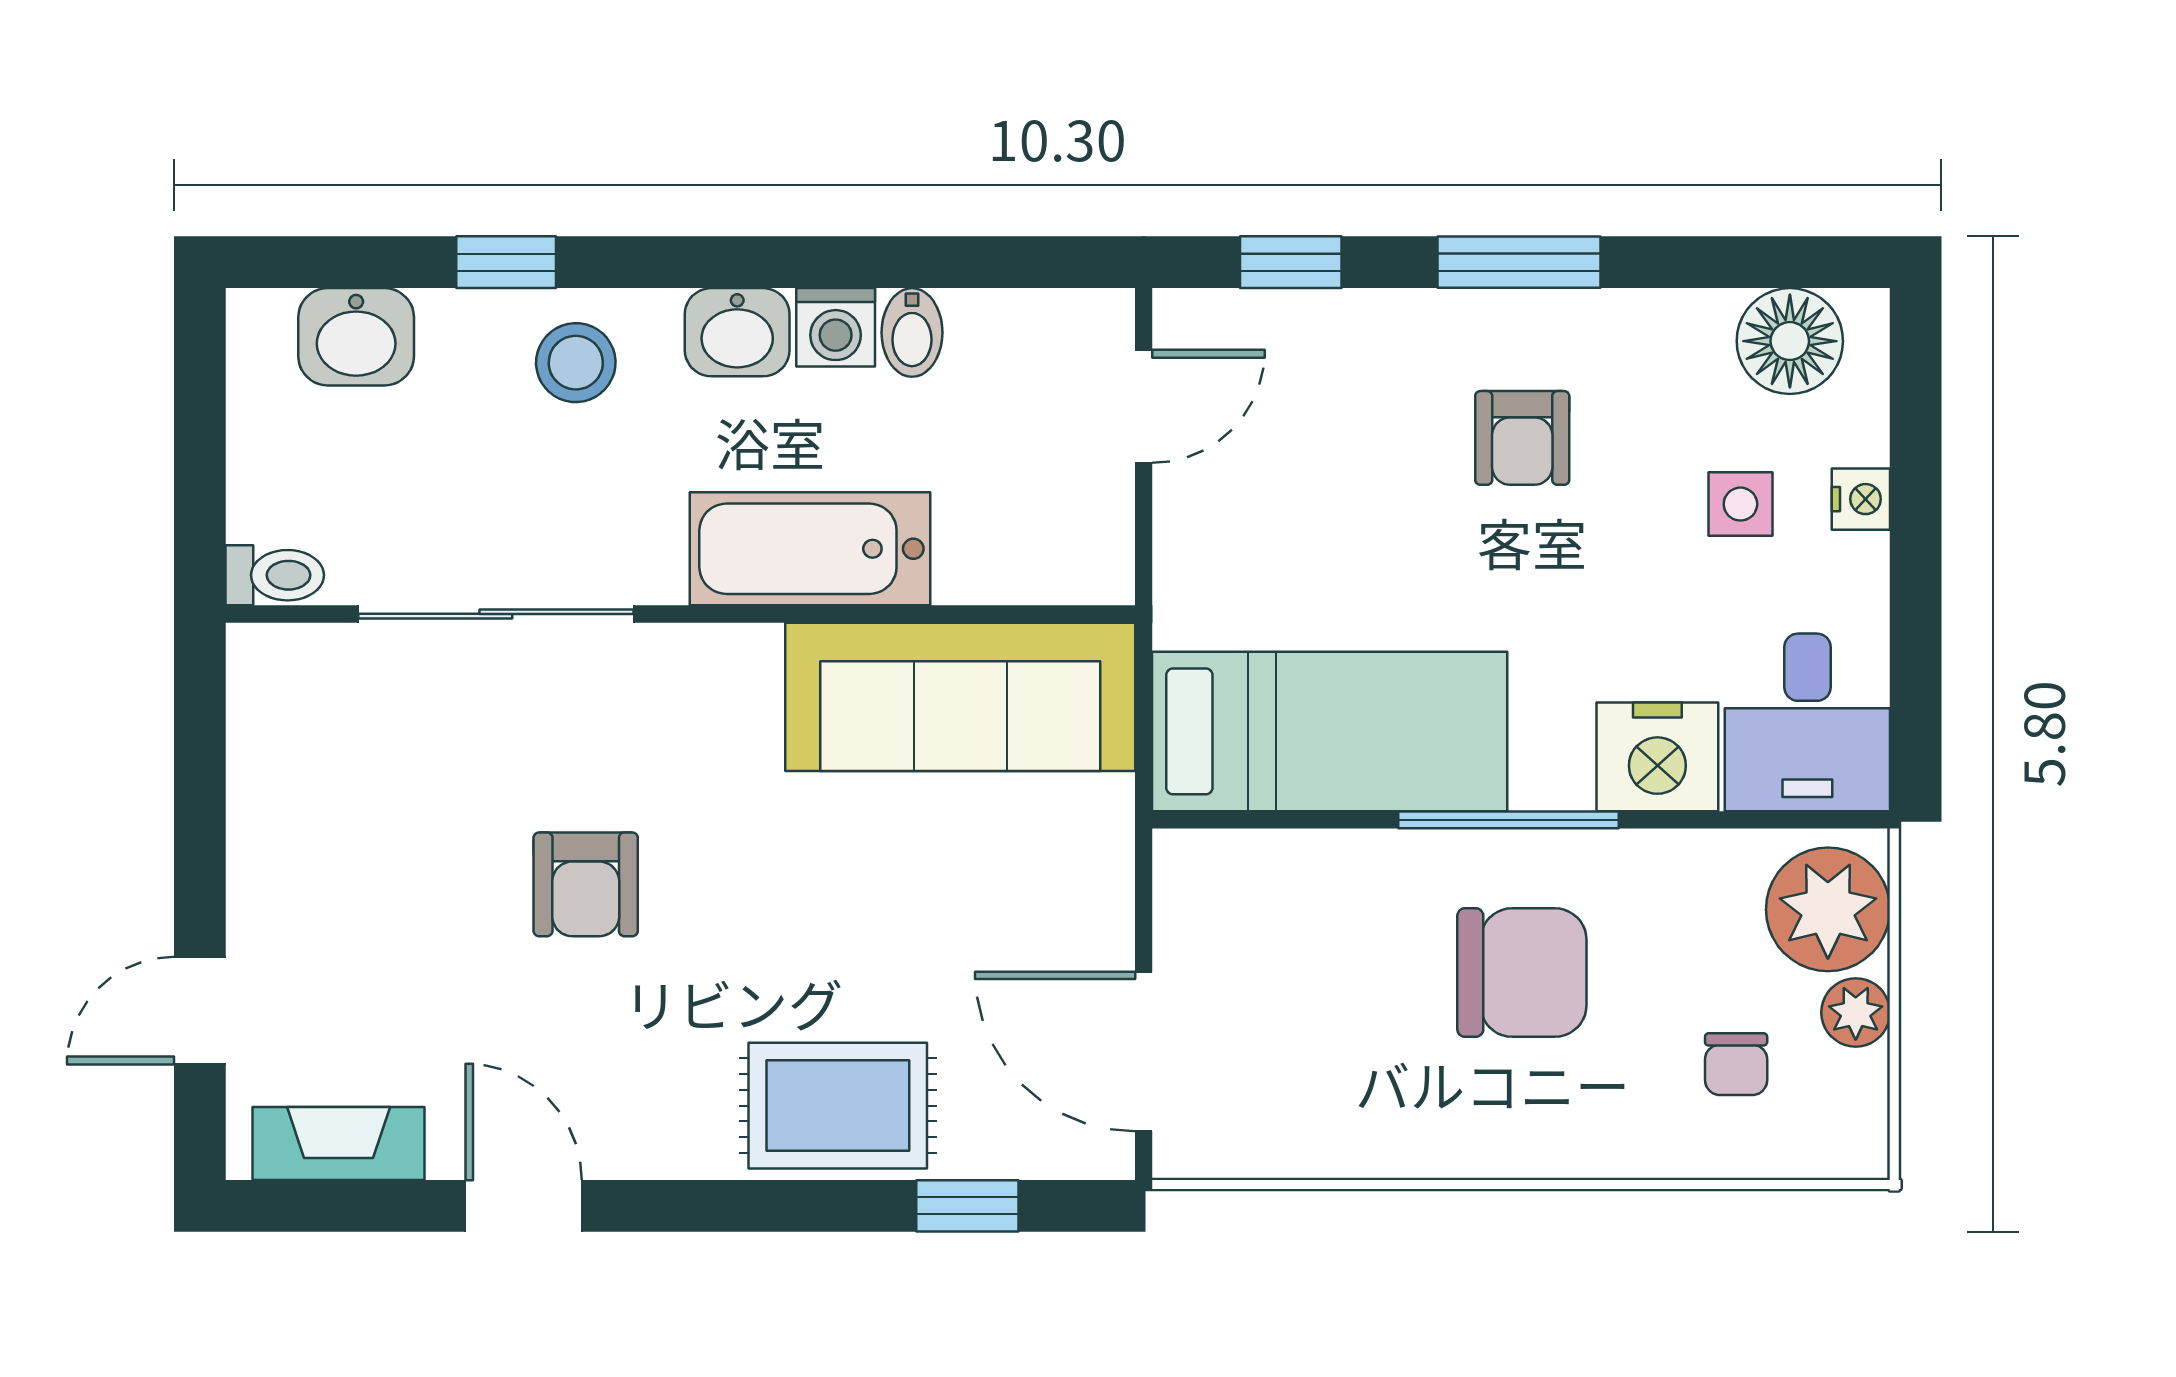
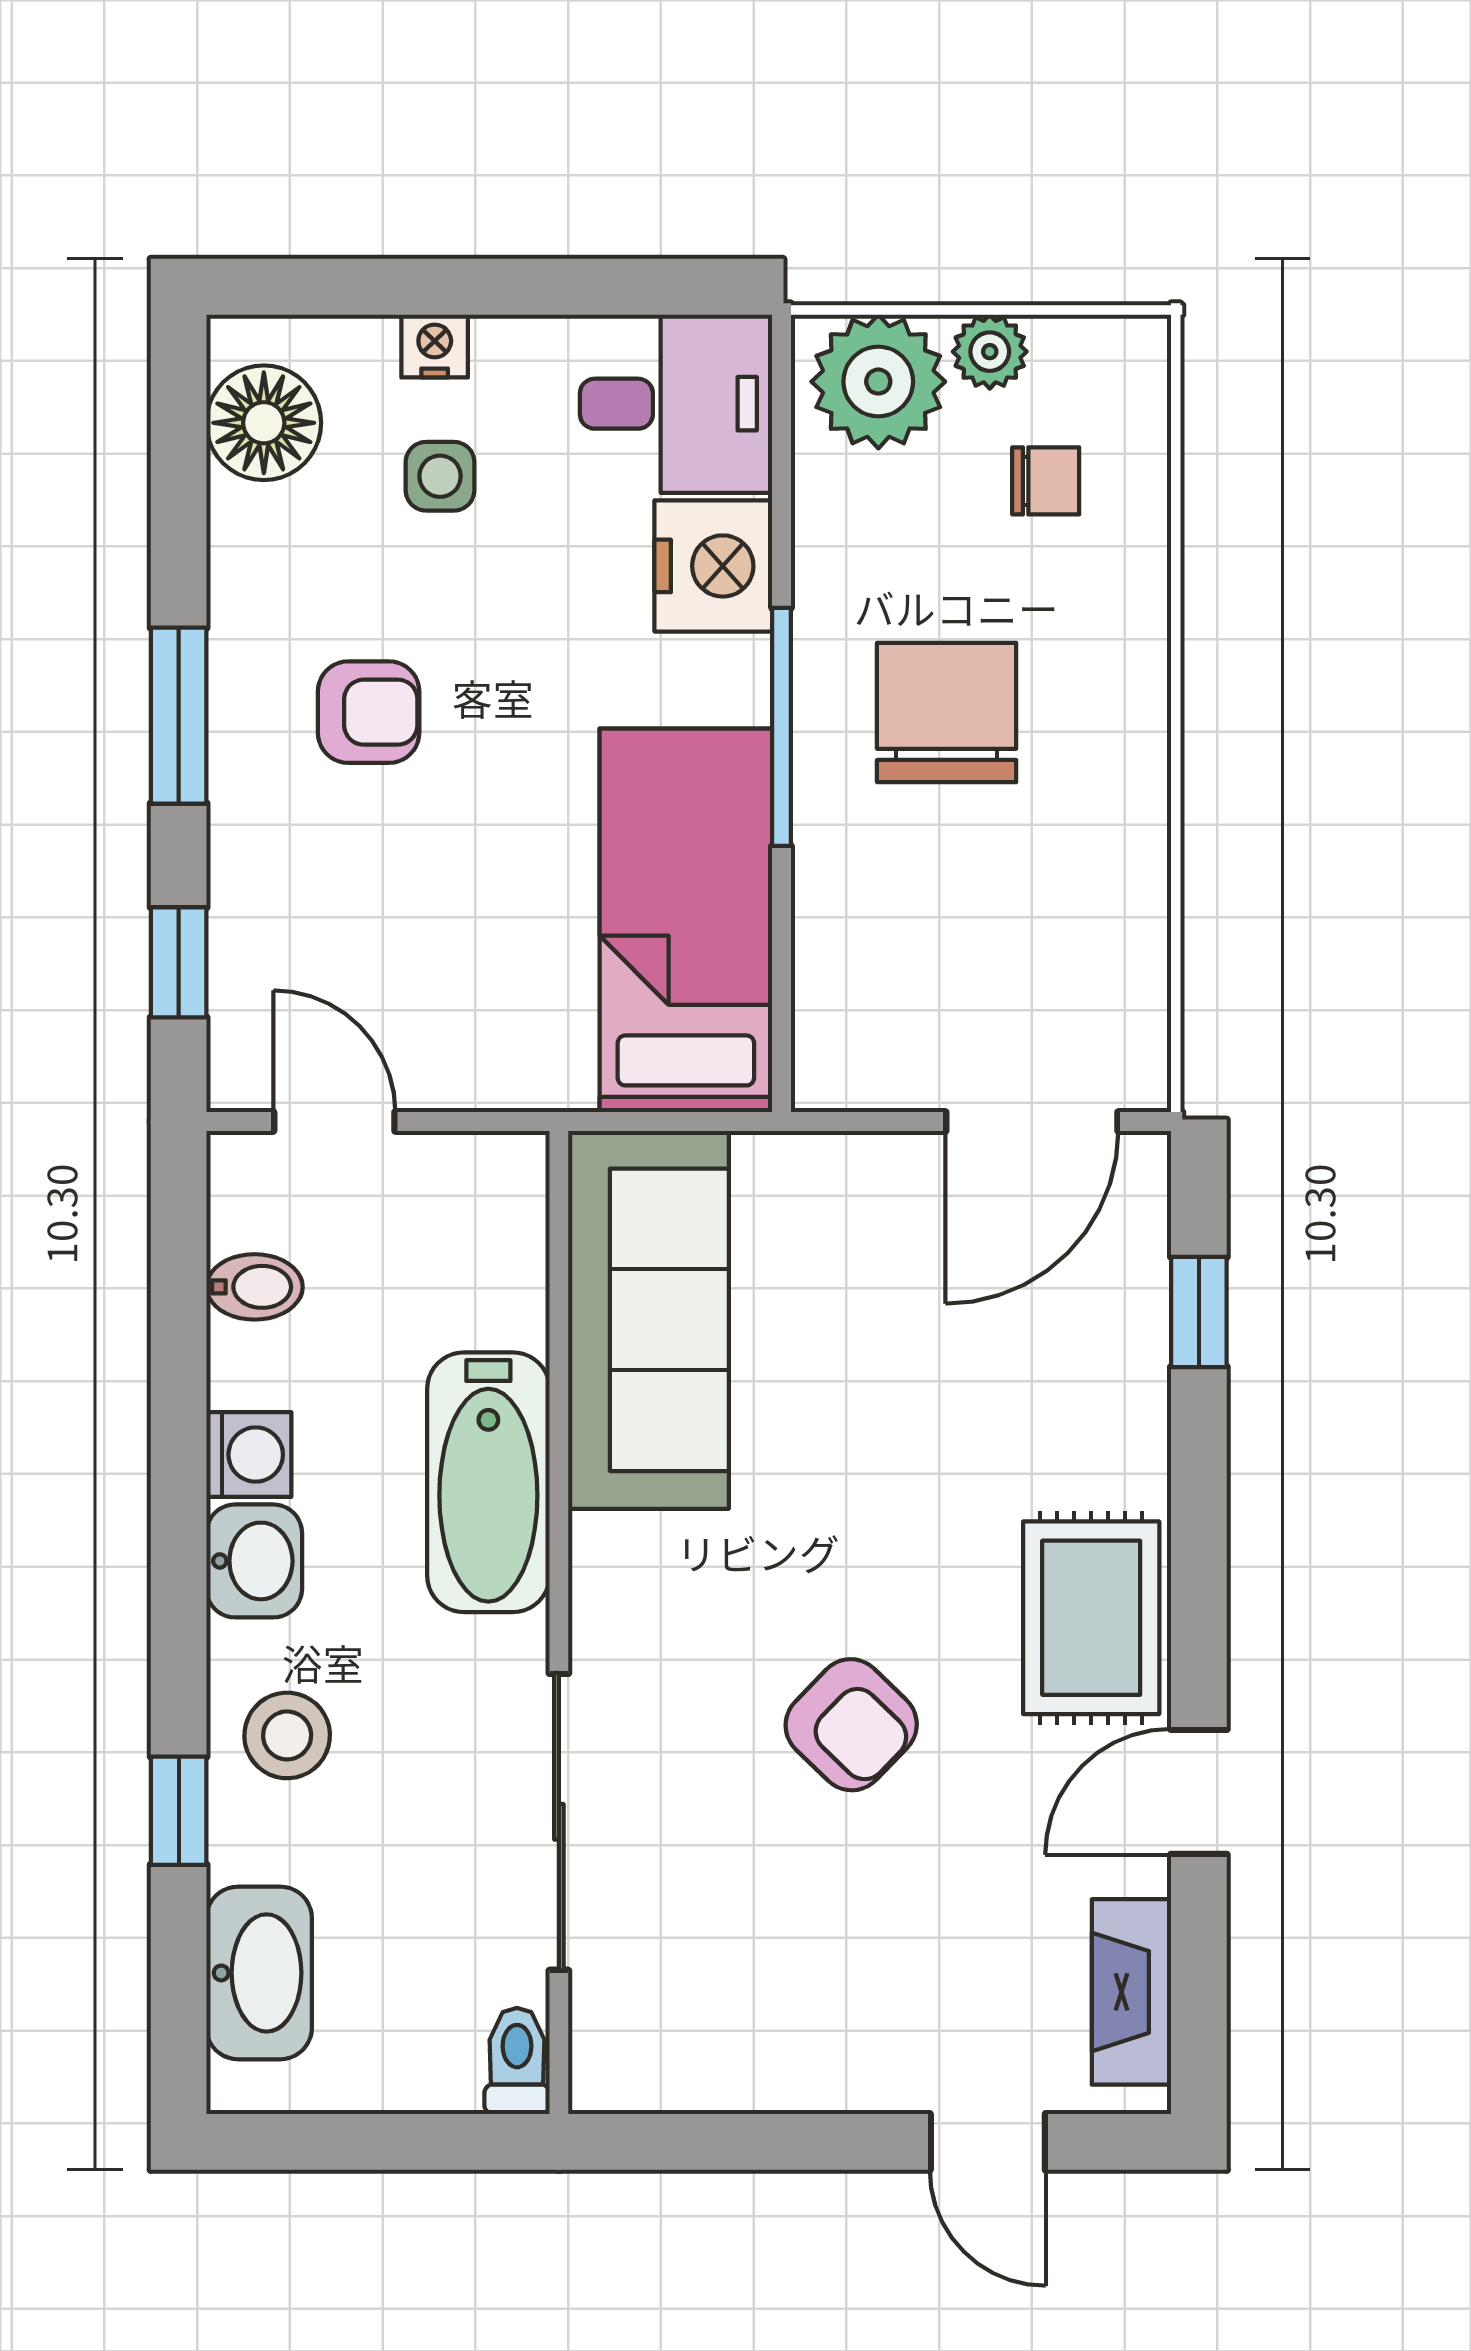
bidet: (912, 332) -> (255, 1287), moved
washbasin: (356, 337) -> (259, 1973), width x1.38
armchair: (586, 884) -> (851, 1725), turned 44
rug: (838, 1106) -> (1091, 1618), moved

